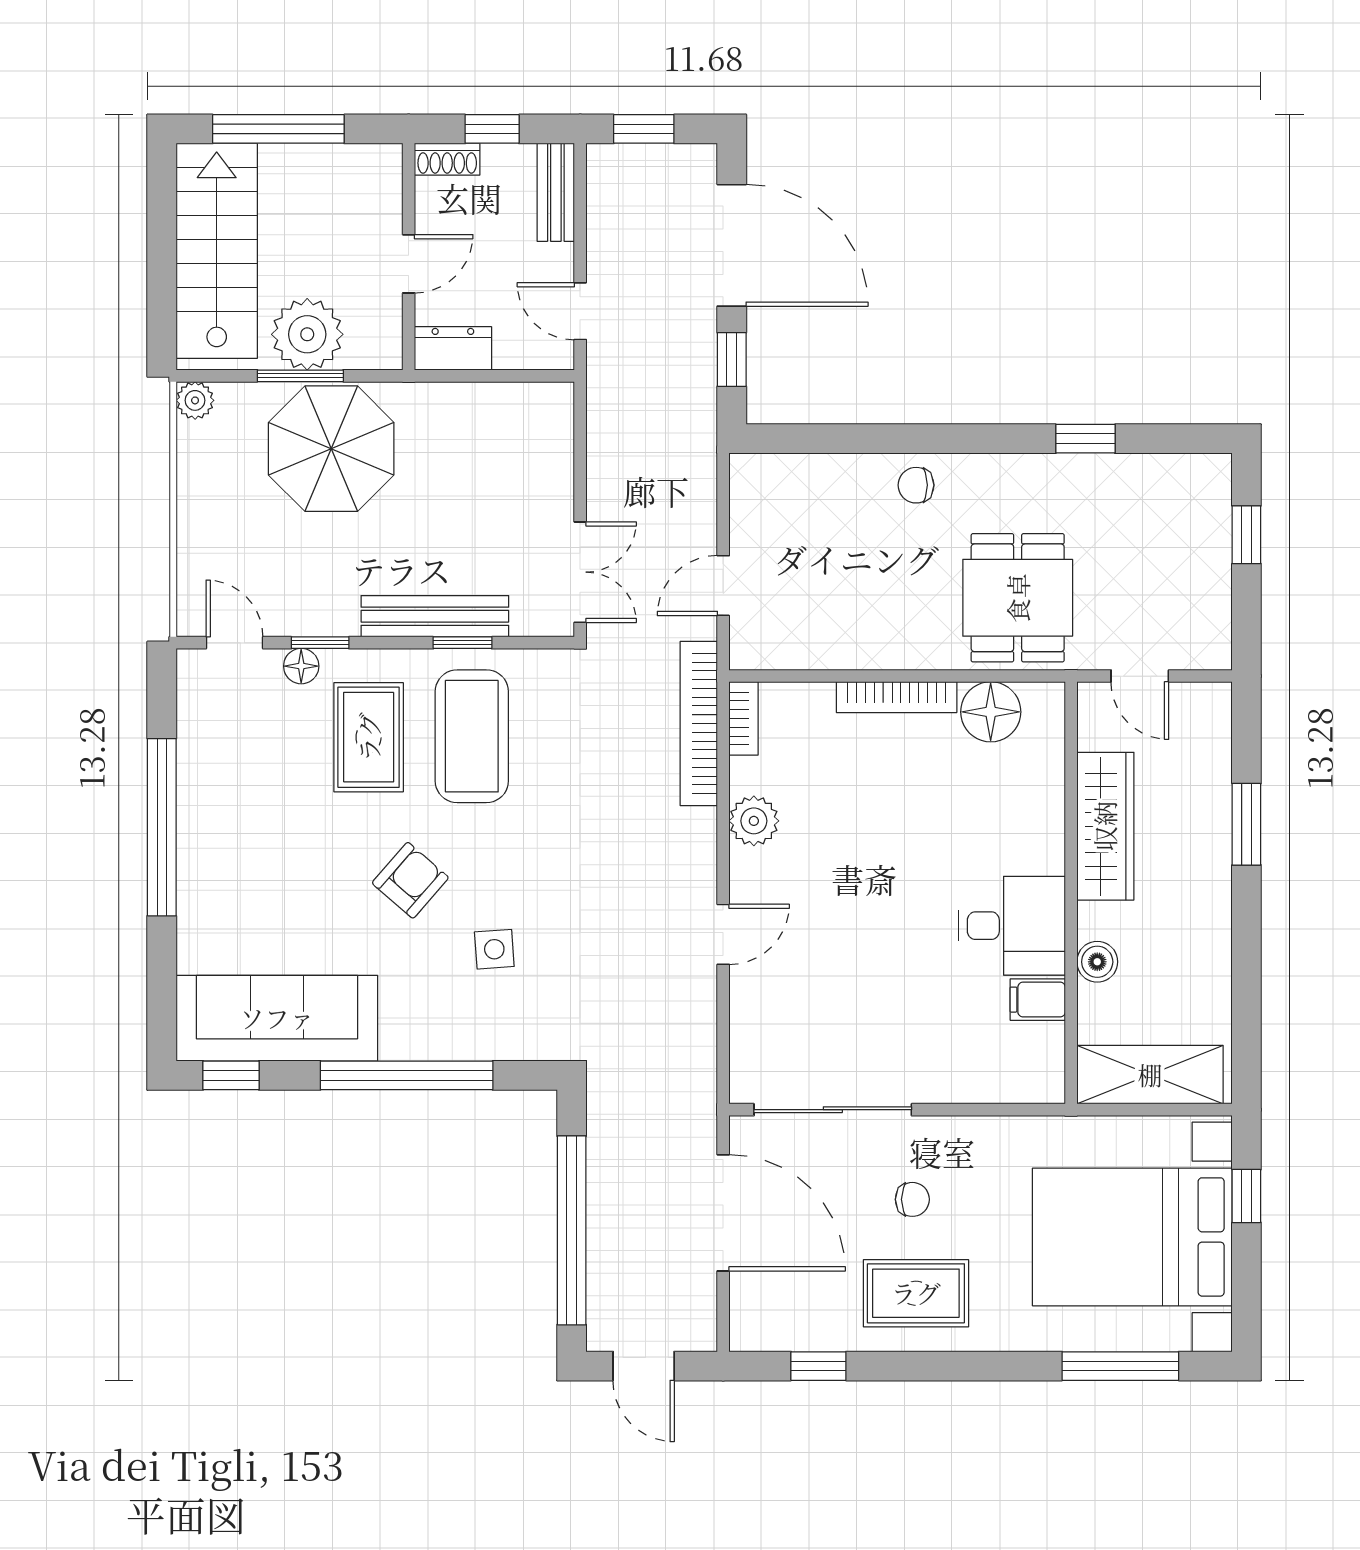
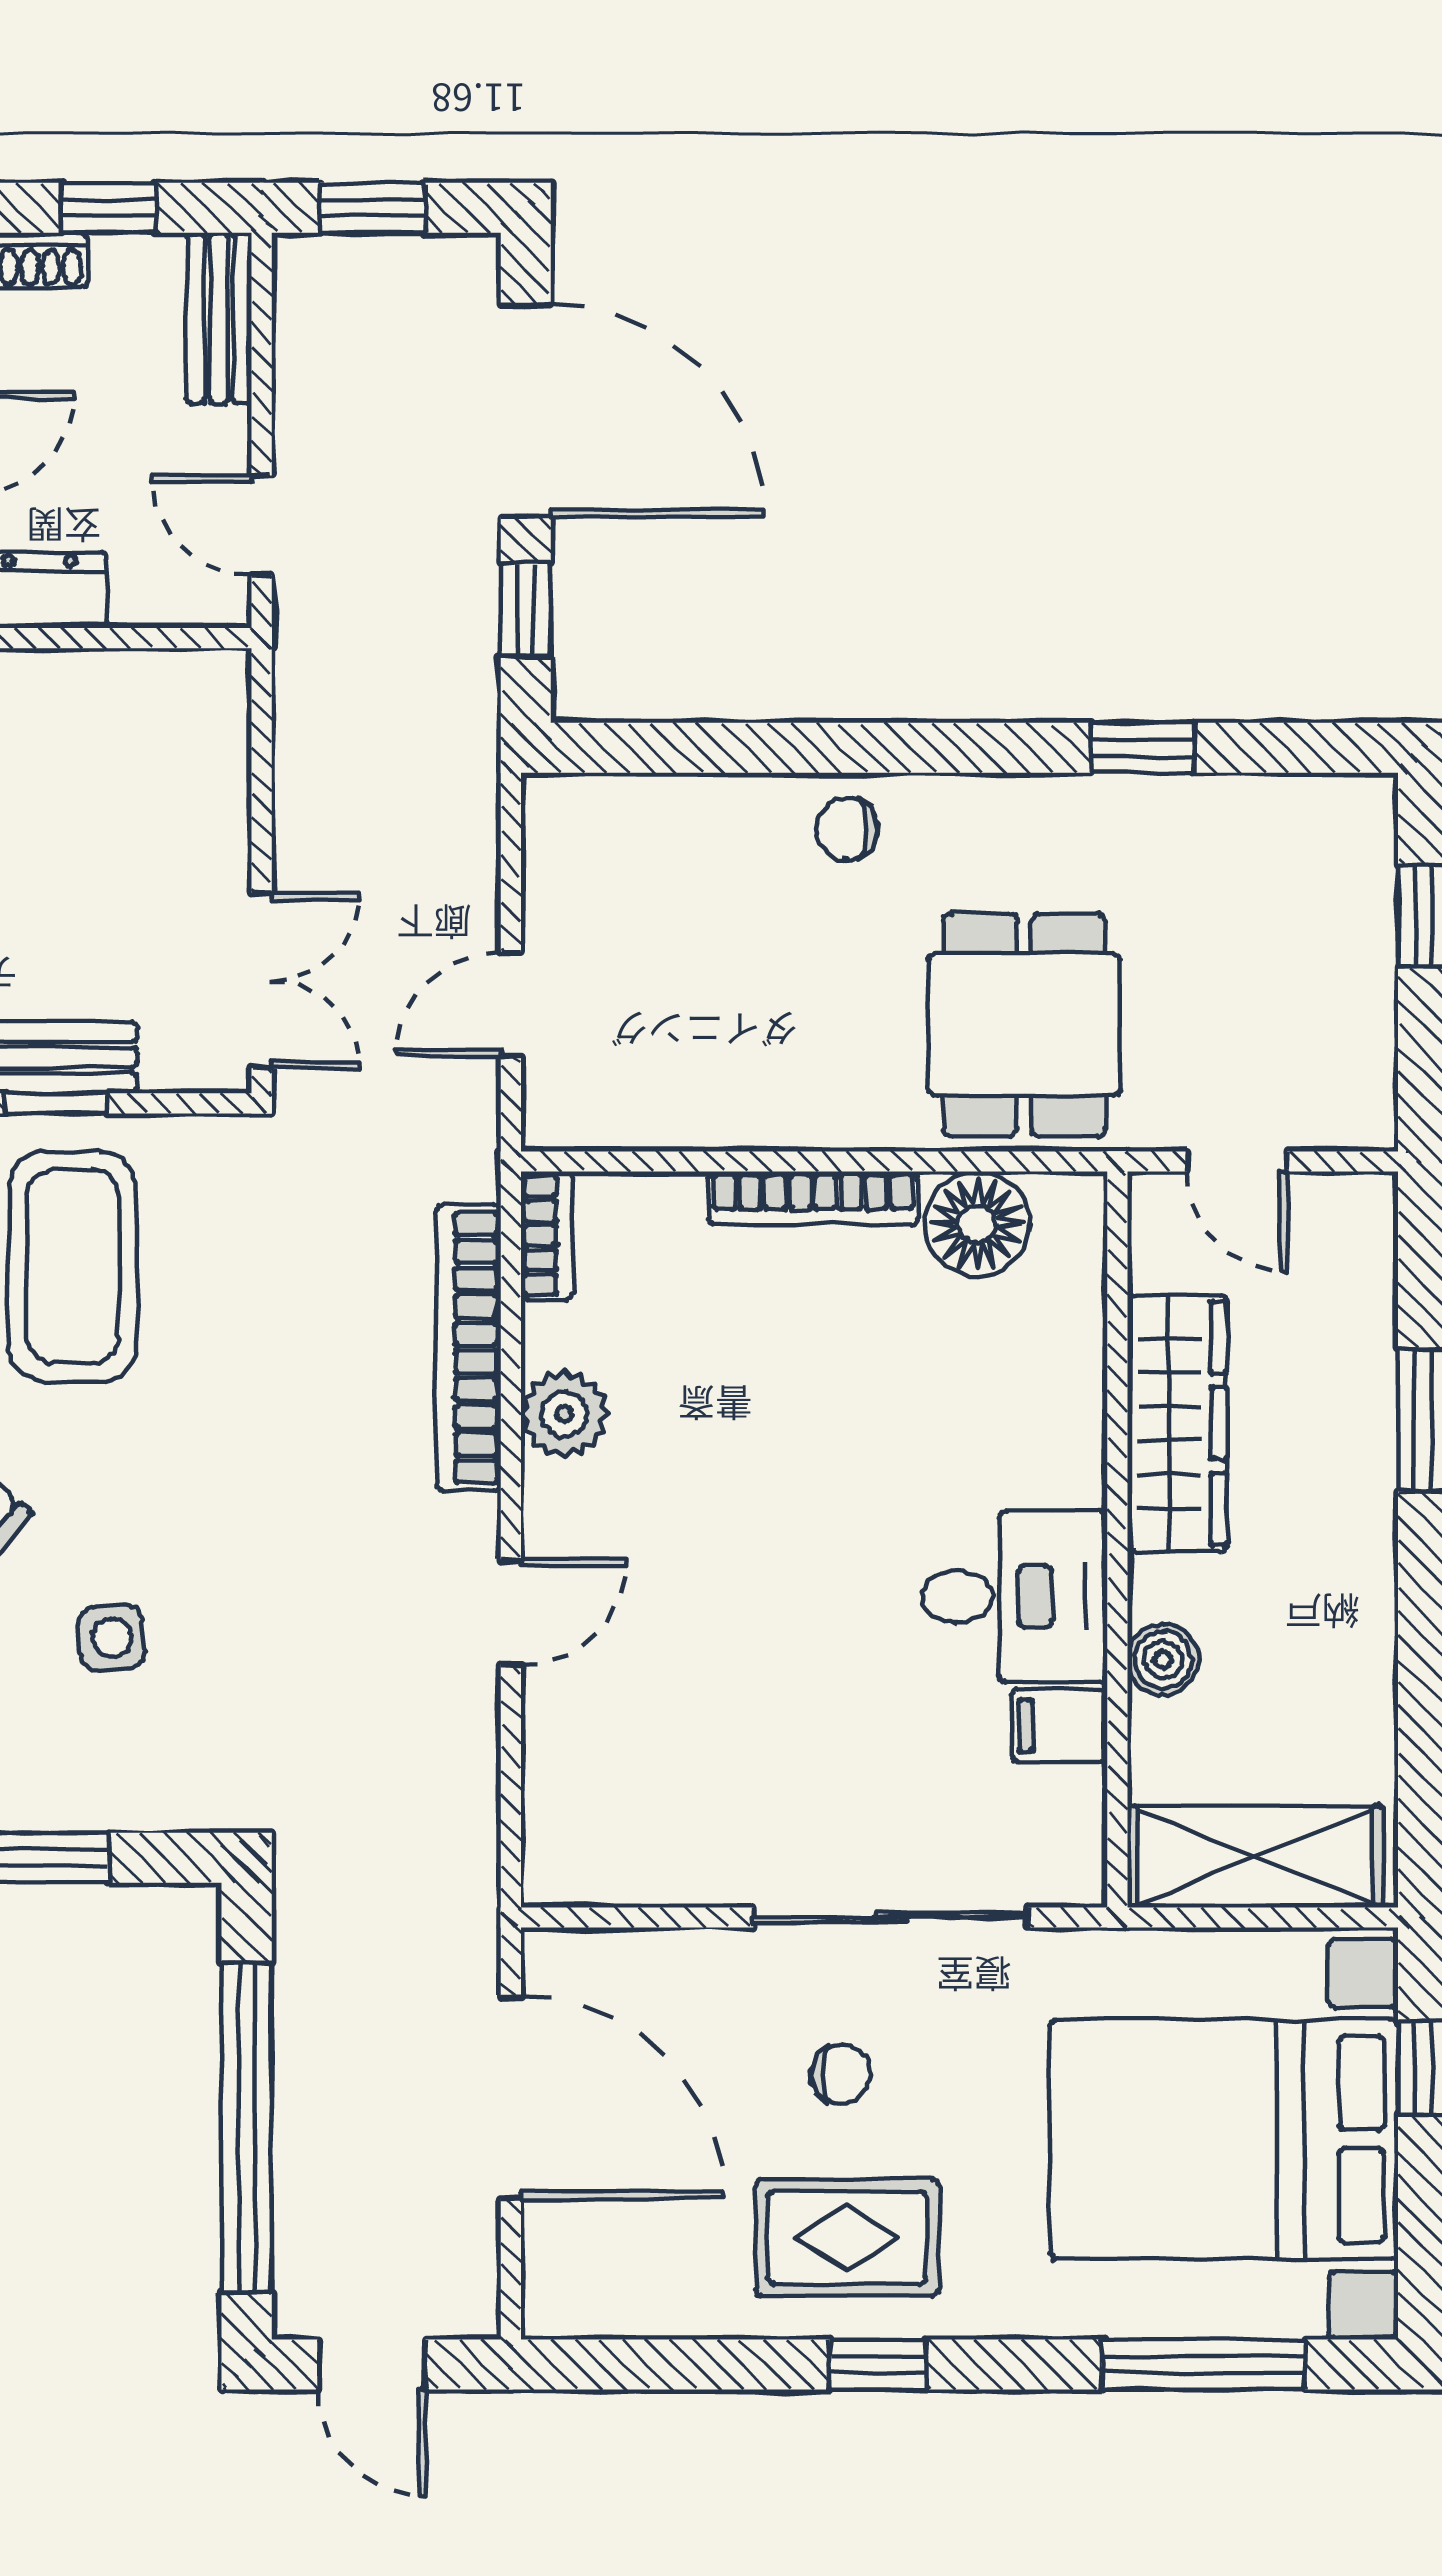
bookcase: (699, 723) -> (468, 1348), moved
sliding door: (833, 1110) -> (891, 1918), moved
window: (818, 1366) -> (878, 2364), moved

